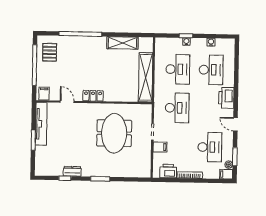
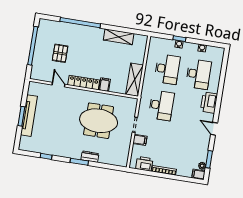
pallet: (50, 52) -> (60, 53), moved
shelving: (146, 77) -> (135, 80), width x0.68
filing cabinet: (44, 94) -> (105, 85), moved
locker: (93, 96) -> (84, 83), width x1.53
tv unit: (41, 124) -> (29, 116), moved
meeting table: (114, 133) -> (99, 121), turned 90
desk: (210, 147) -> (187, 147), removed
dresser: (72, 171) -> (90, 157), moved

